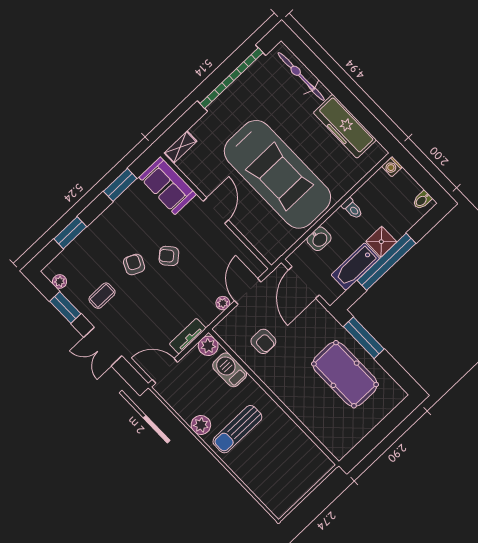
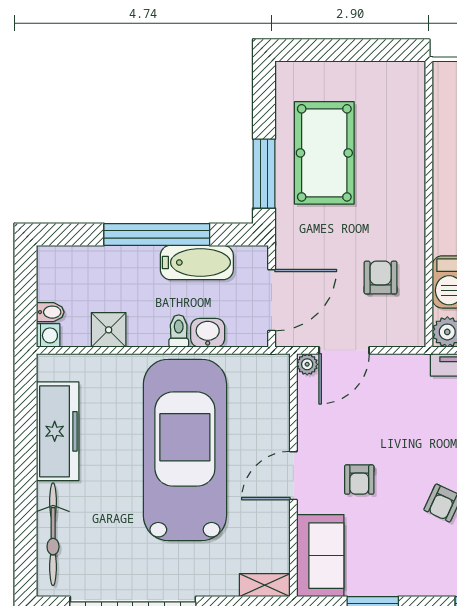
bidet: (422, 200) -> (50, 312), moved
toilet: (352, 209) -> (179, 331), moved
shower: (381, 242) -> (109, 330), moved
armchair: (169, 256) -> (359, 480), moved, turned 41
plant: (223, 303) -> (307, 364), moved

